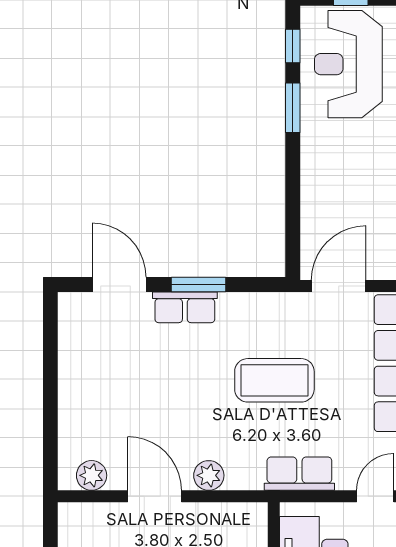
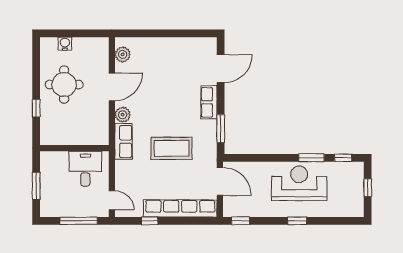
reception desk: (348, 64) -> (299, 183), moved
window: (199, 285) -> (221, 129), moved
coffee table: (274, 380) -> (171, 148), turned 90
row of seats: (299, 474) -> (124, 142), moved

